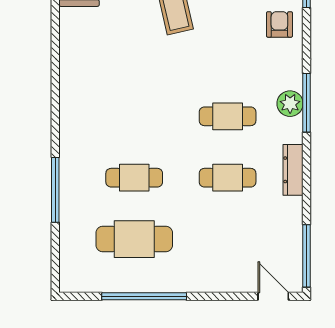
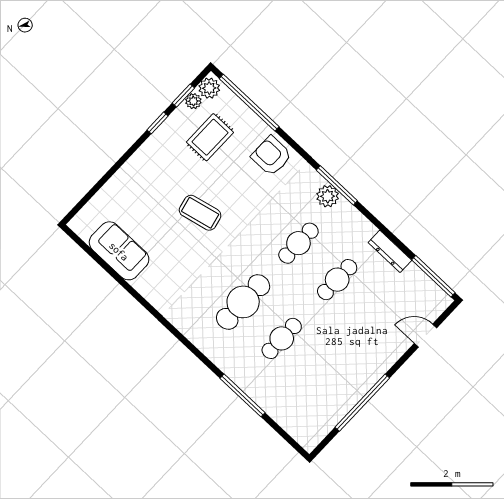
armchair: (279, 24) -> (271, 156), width x1.38, depth x1.38
dresser: (293, 170) -> (390, 251), moved
cafe table: (134, 239) -> (243, 302), moved
door: (273, 296) -> (425, 336), moved

